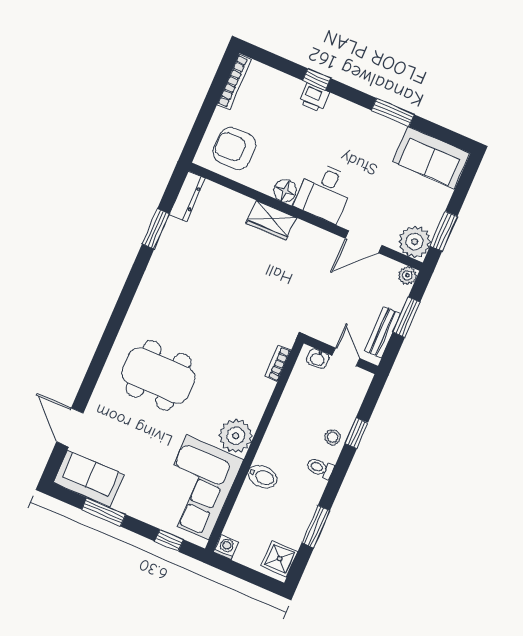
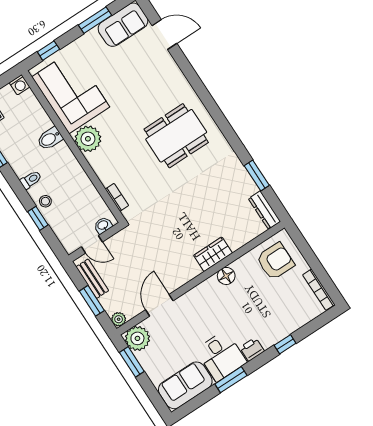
printer: (314, 98) -> (252, 349), moved
desk: (324, 192) -> (221, 356), moved, turned 180
dining table: (158, 375) -> (176, 136), moved

